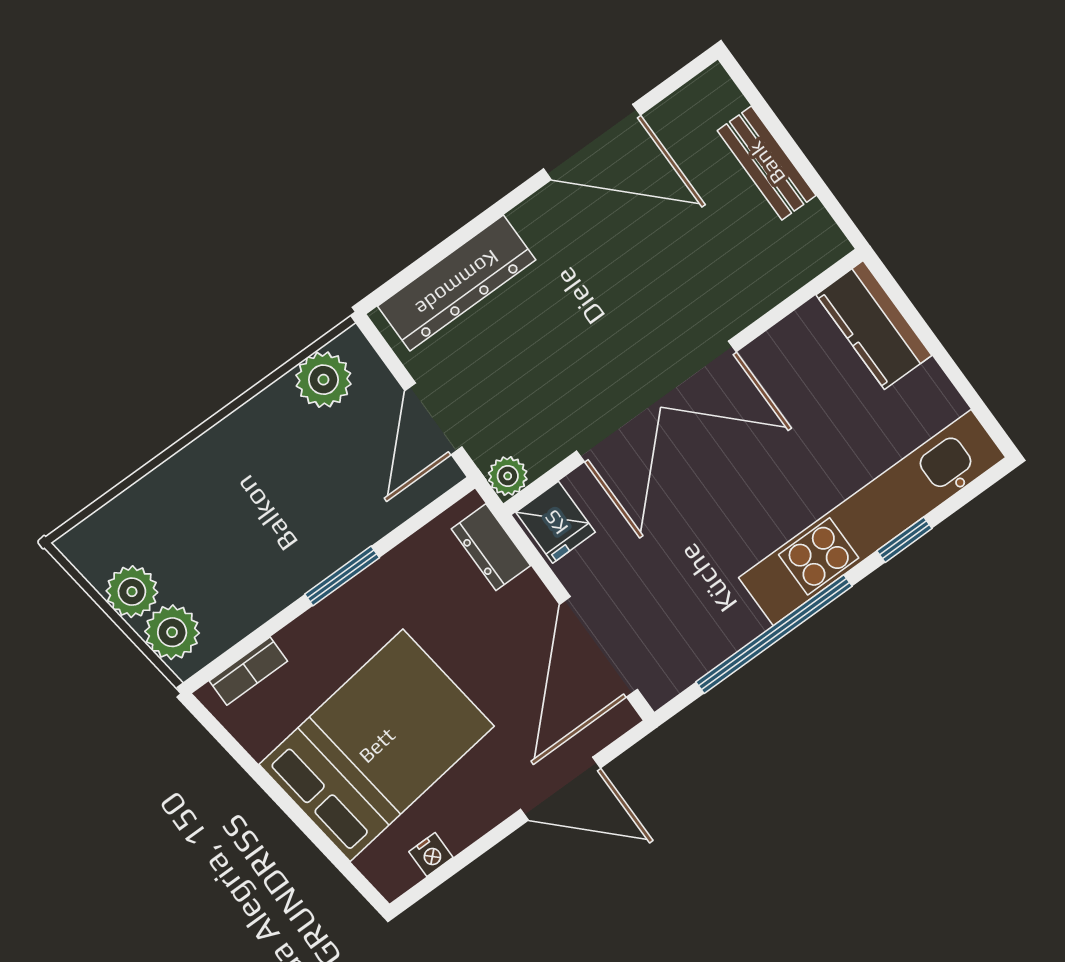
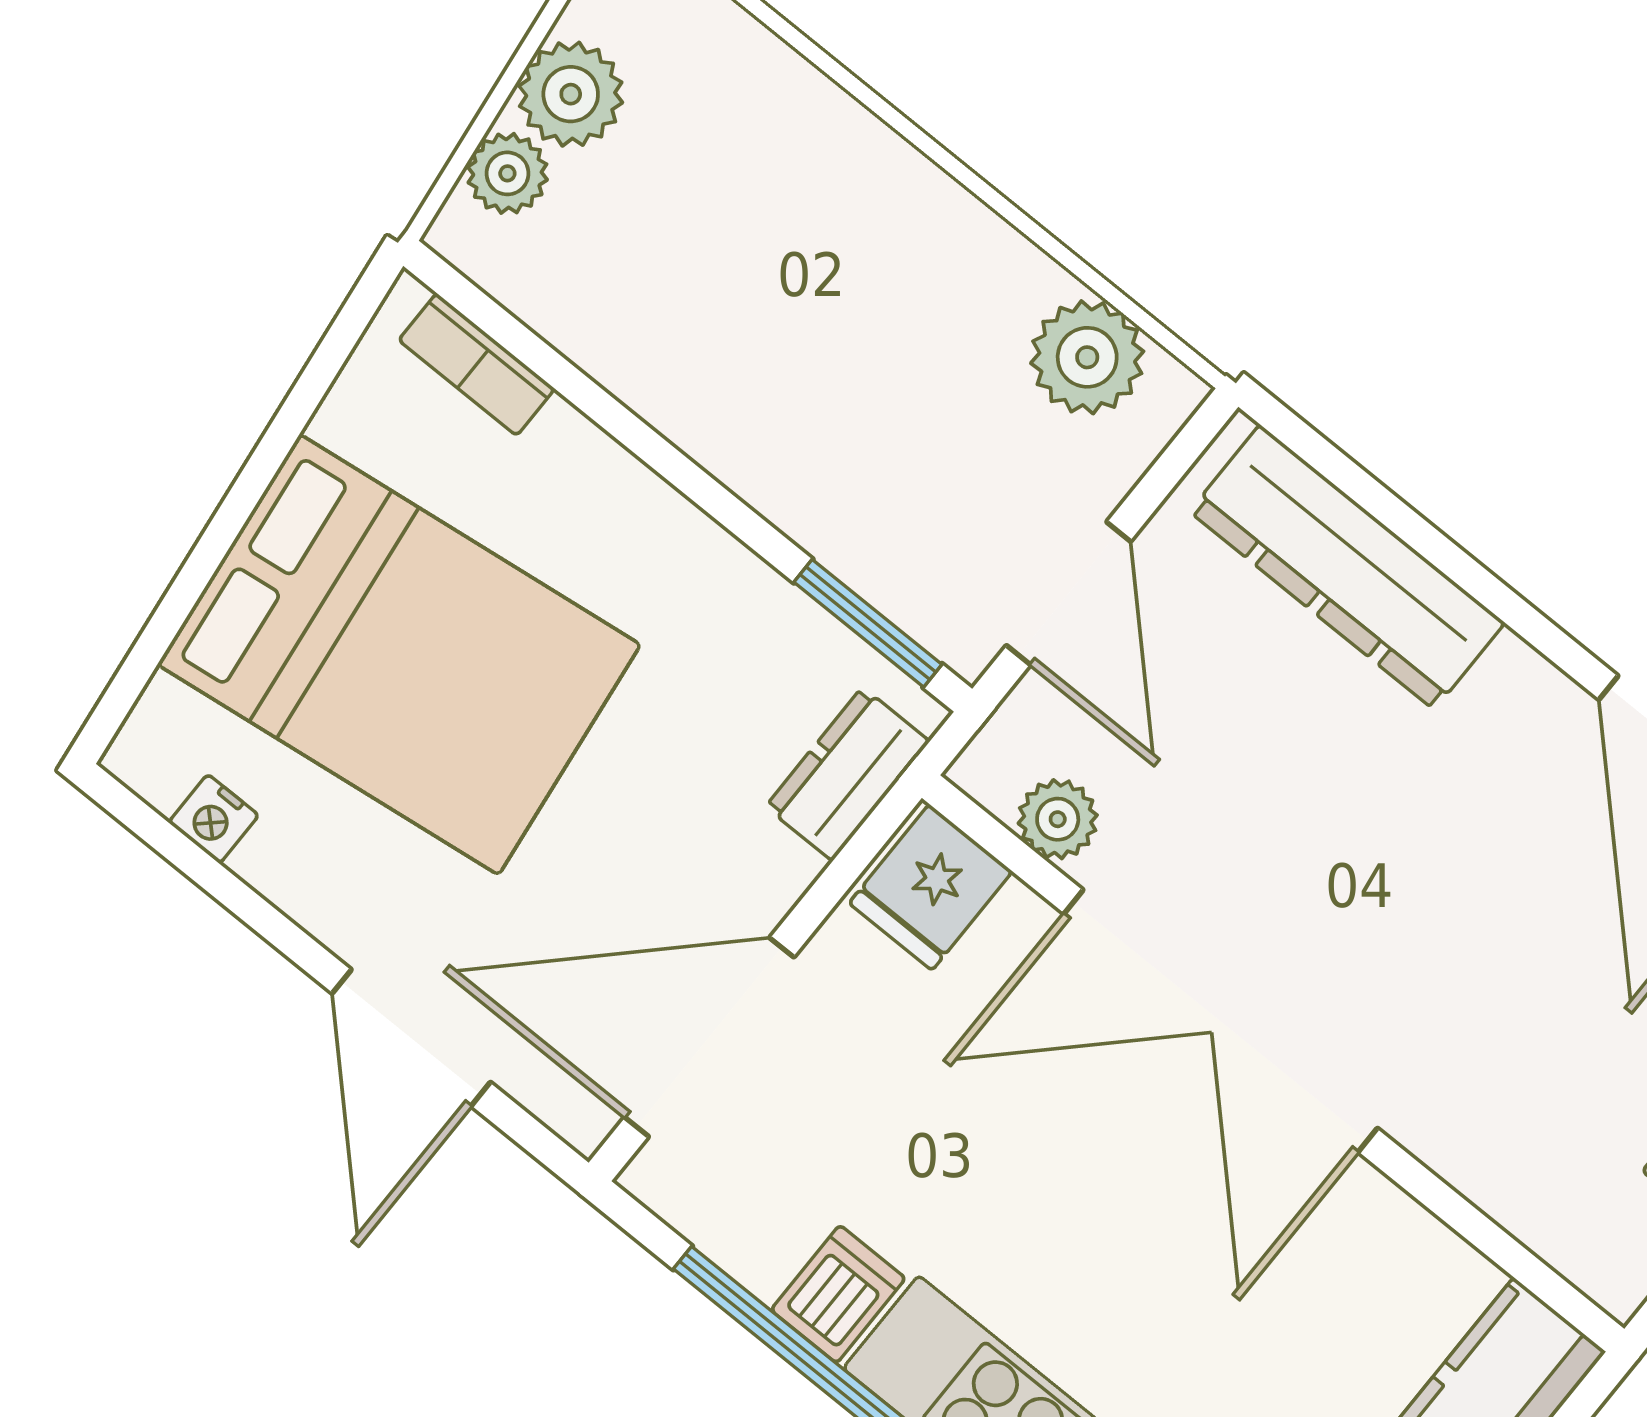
door: (433, 419) -> (1068, 593), swing flipped
plant: (508, 476) -> (1058, 819), moved
window: (342, 576) -> (868, 623), moved
dishwasher: (737, 618) -> (838, 1294), added
plant: (172, 632) -> (507, 173), width x0.73, depth x0.73

